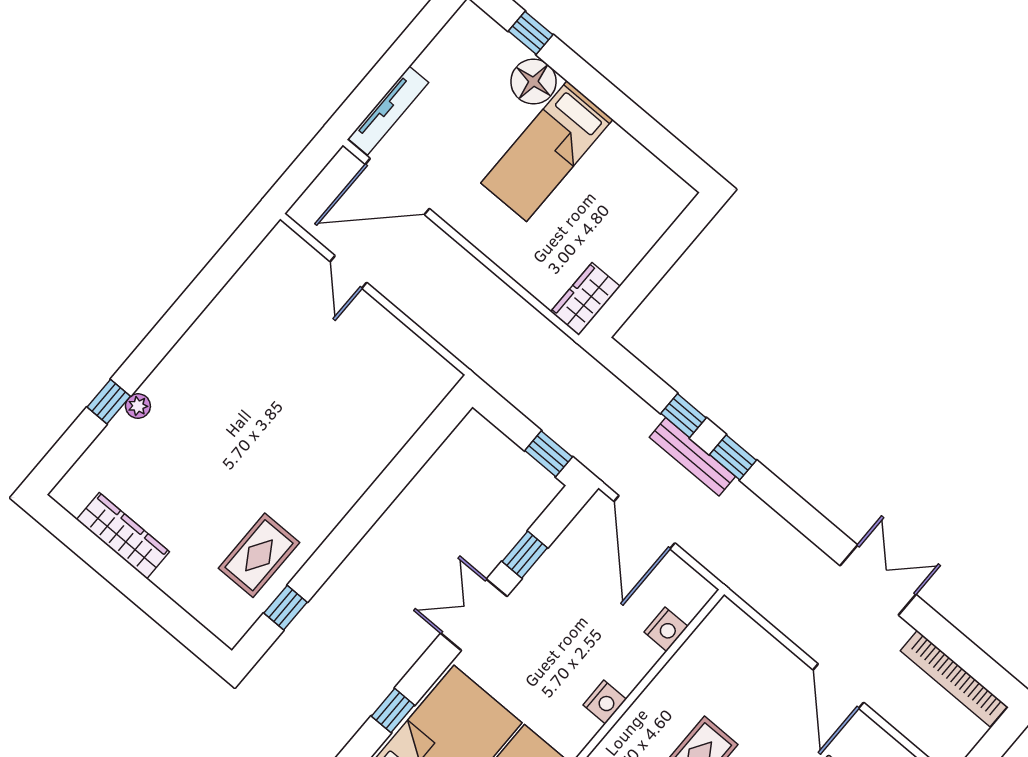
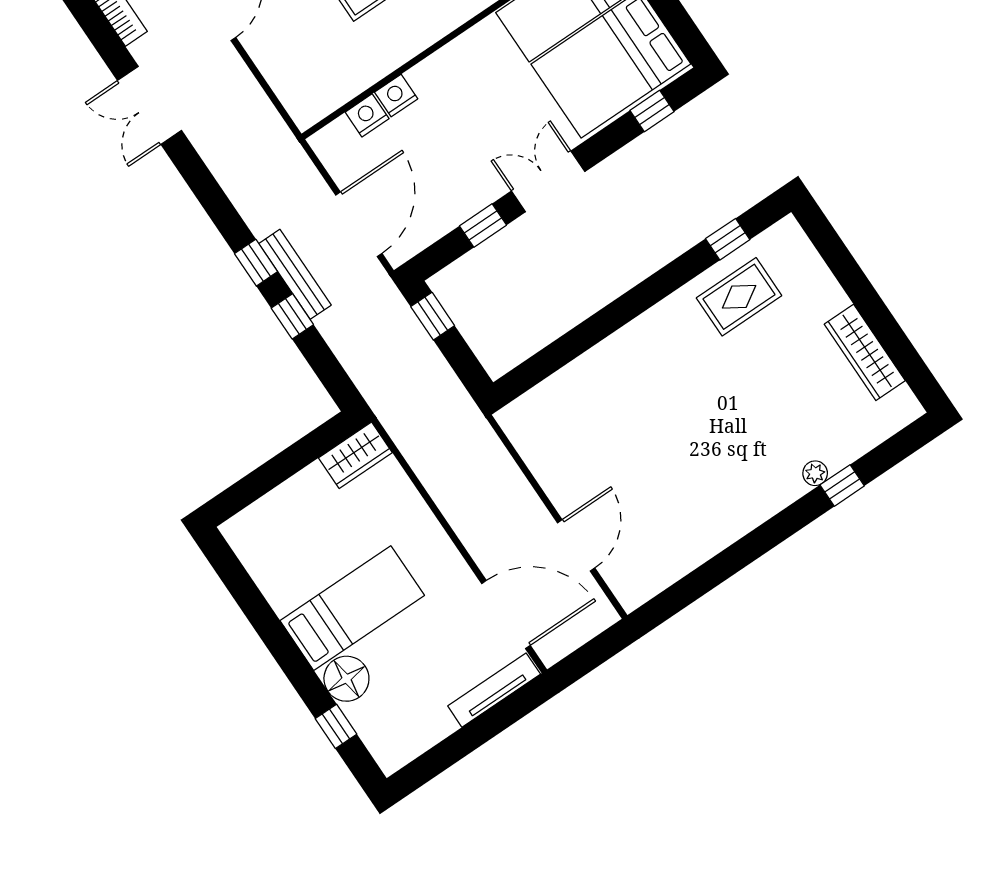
door: (348, 272) -> (576, 545), width x1.38
double door: (474, 615) -> (548, 181), swing flipped
nightstand: (605, 702) -> (396, 95), moved

